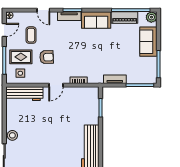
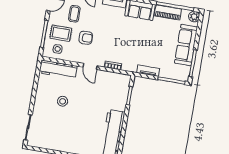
sofa: (148, 42) -> (186, 45), width x1.36
door: (56, 85) -> (90, 66), hinge flipped
stool: (12, 135) -> (63, 101), moved

